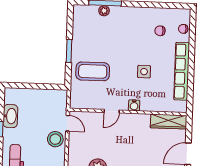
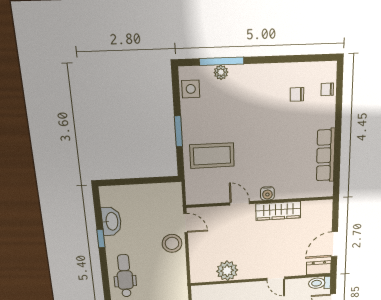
row of seats: (182, 71) -> (326, 155), width x0.73
side table: (144, 72) -> (191, 89), moved
door: (112, 111) -> (240, 203), swing flipped
wardrobe: (169, 122) -> (278, 211), moved

